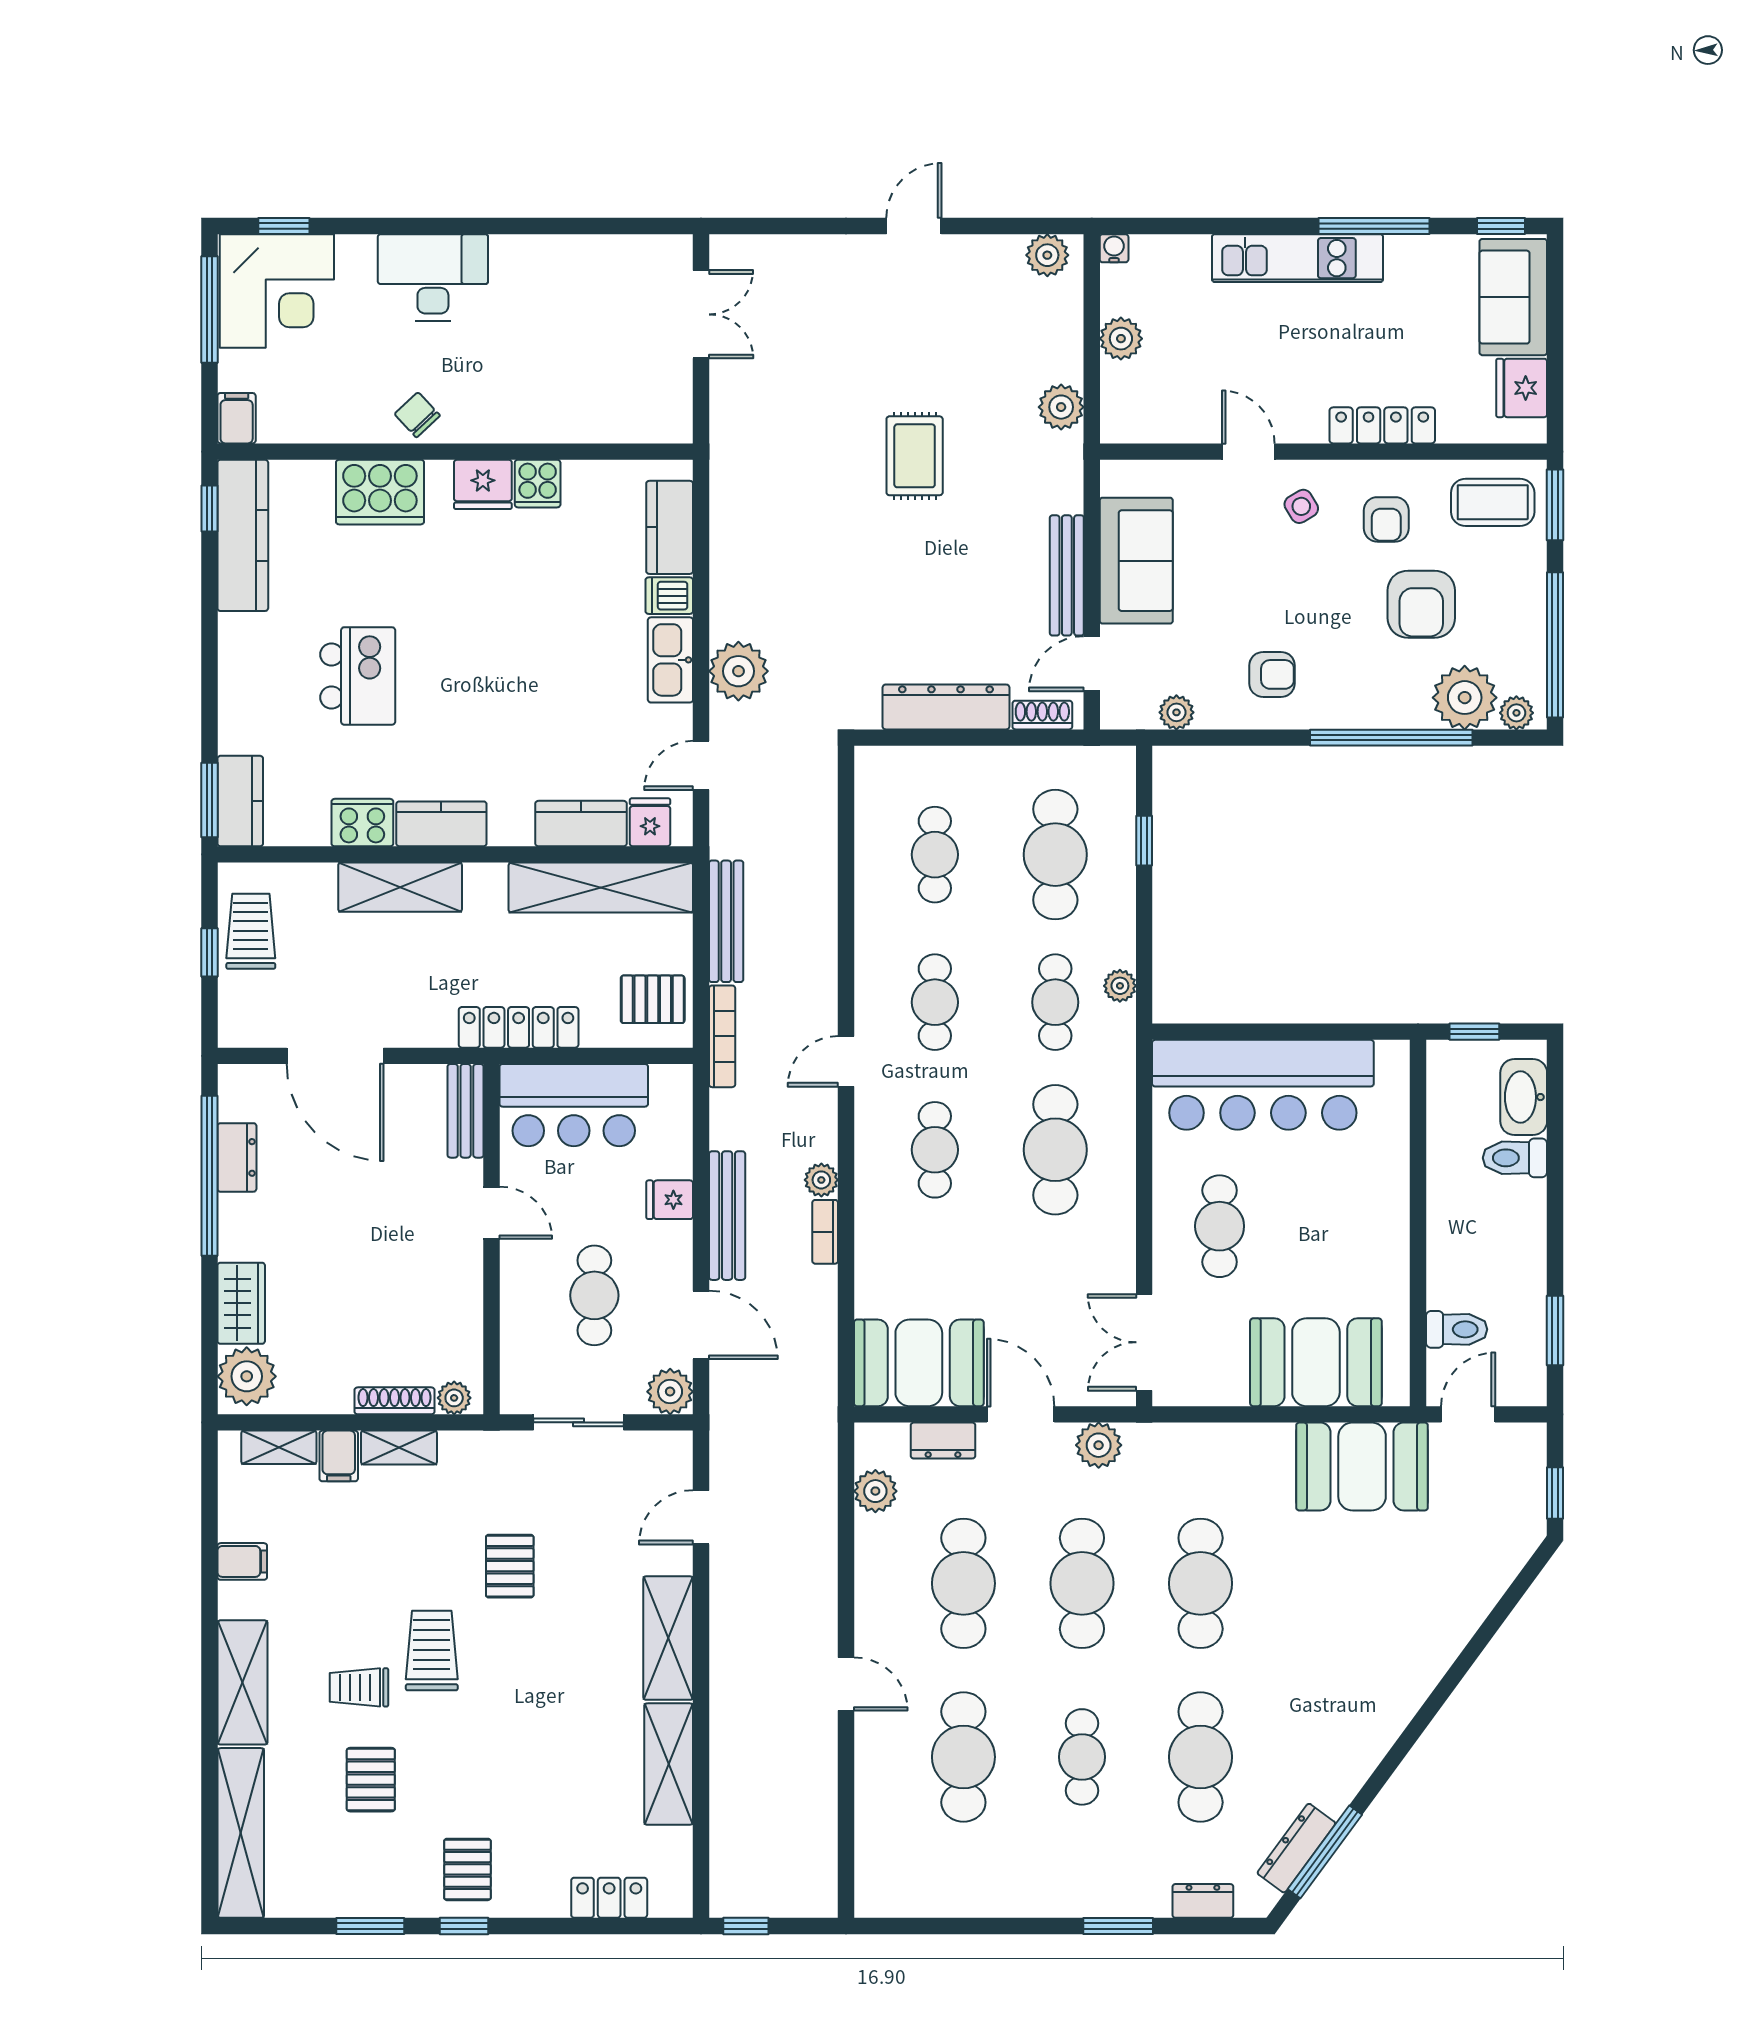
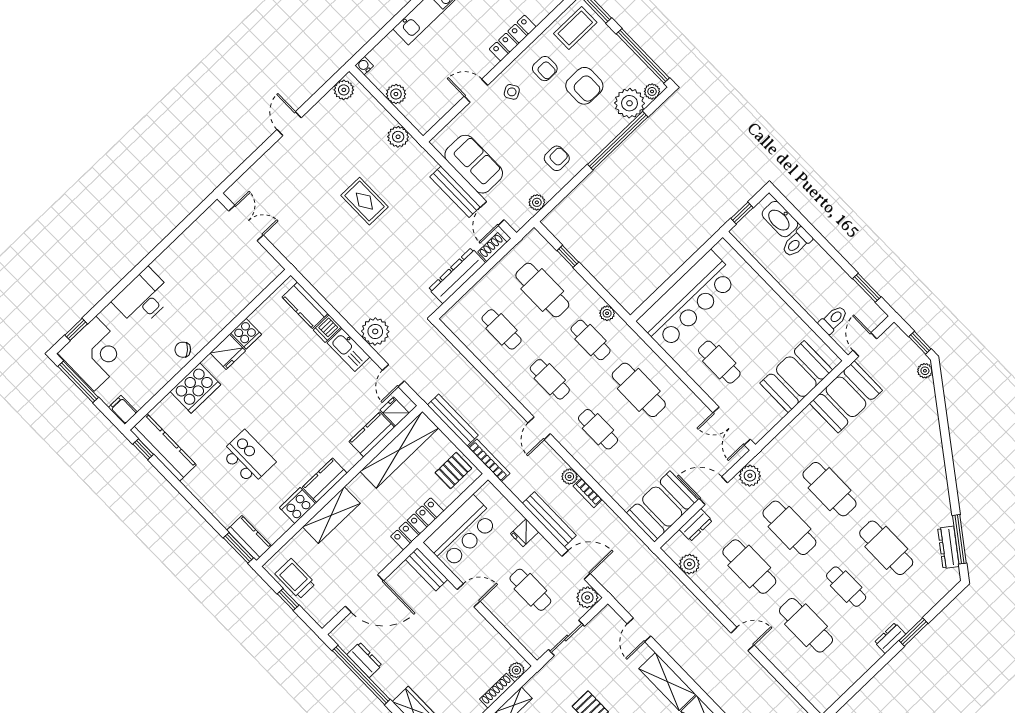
plant: (1521, 1543) -> (925, 371), added
dresser: (1203, 1901) -> (890, 638), moved

